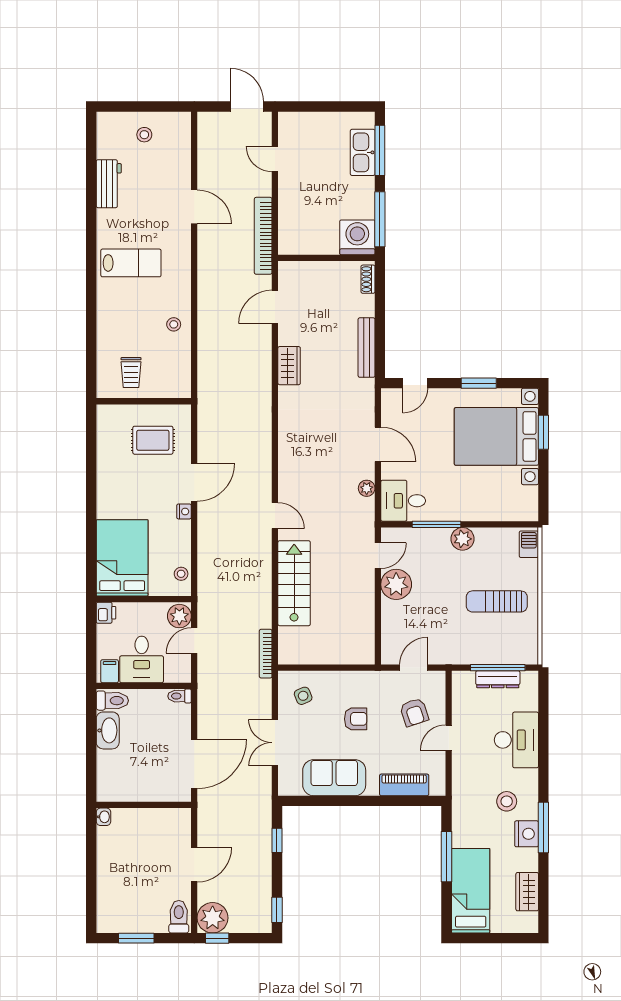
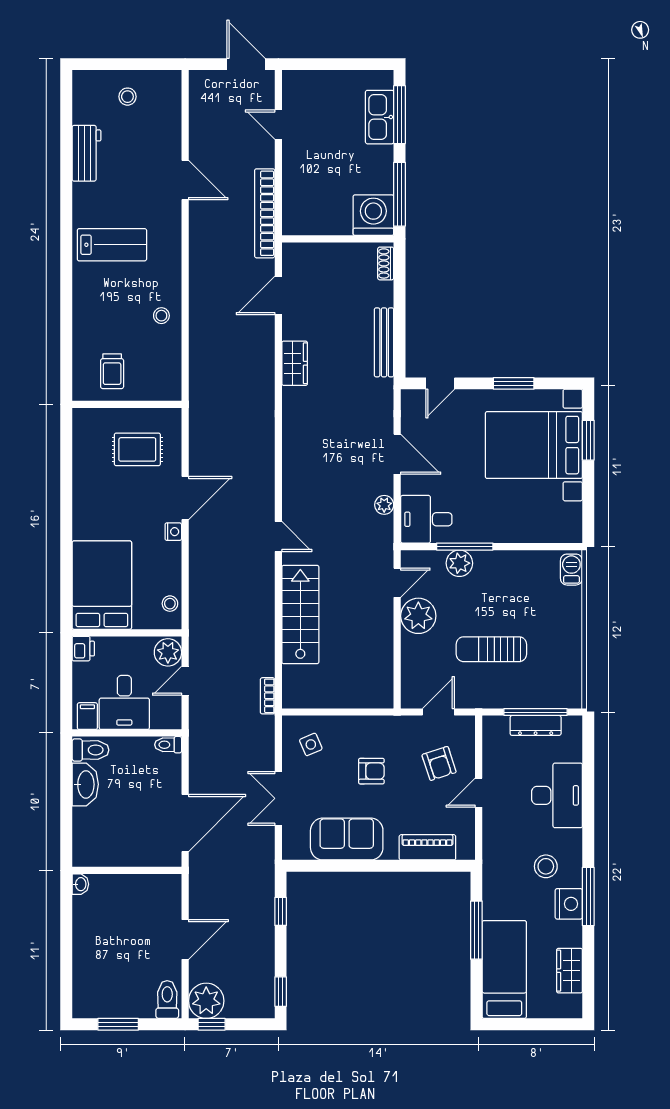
plant: (463, 539) -> (459, 563), moved
sun lounger: (497, 601) -> (491, 649), moved
bookcase: (266, 654) -> (268, 696), width x0.64

